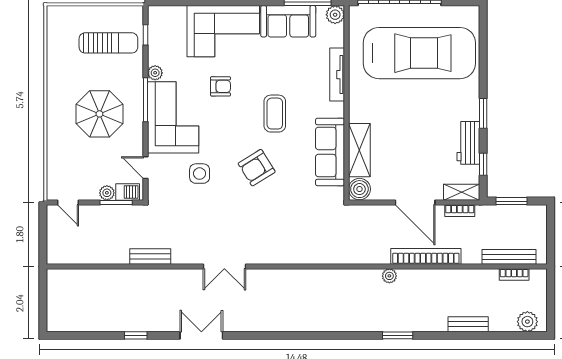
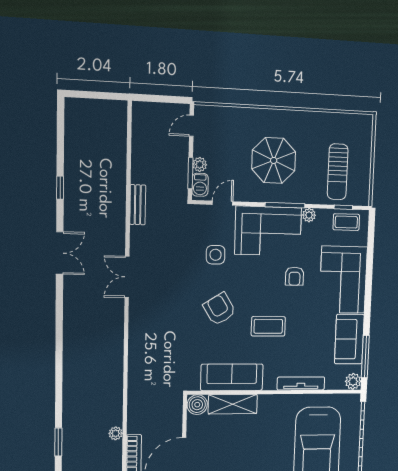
coffee table: (161, 31) -> (346, 222), added

